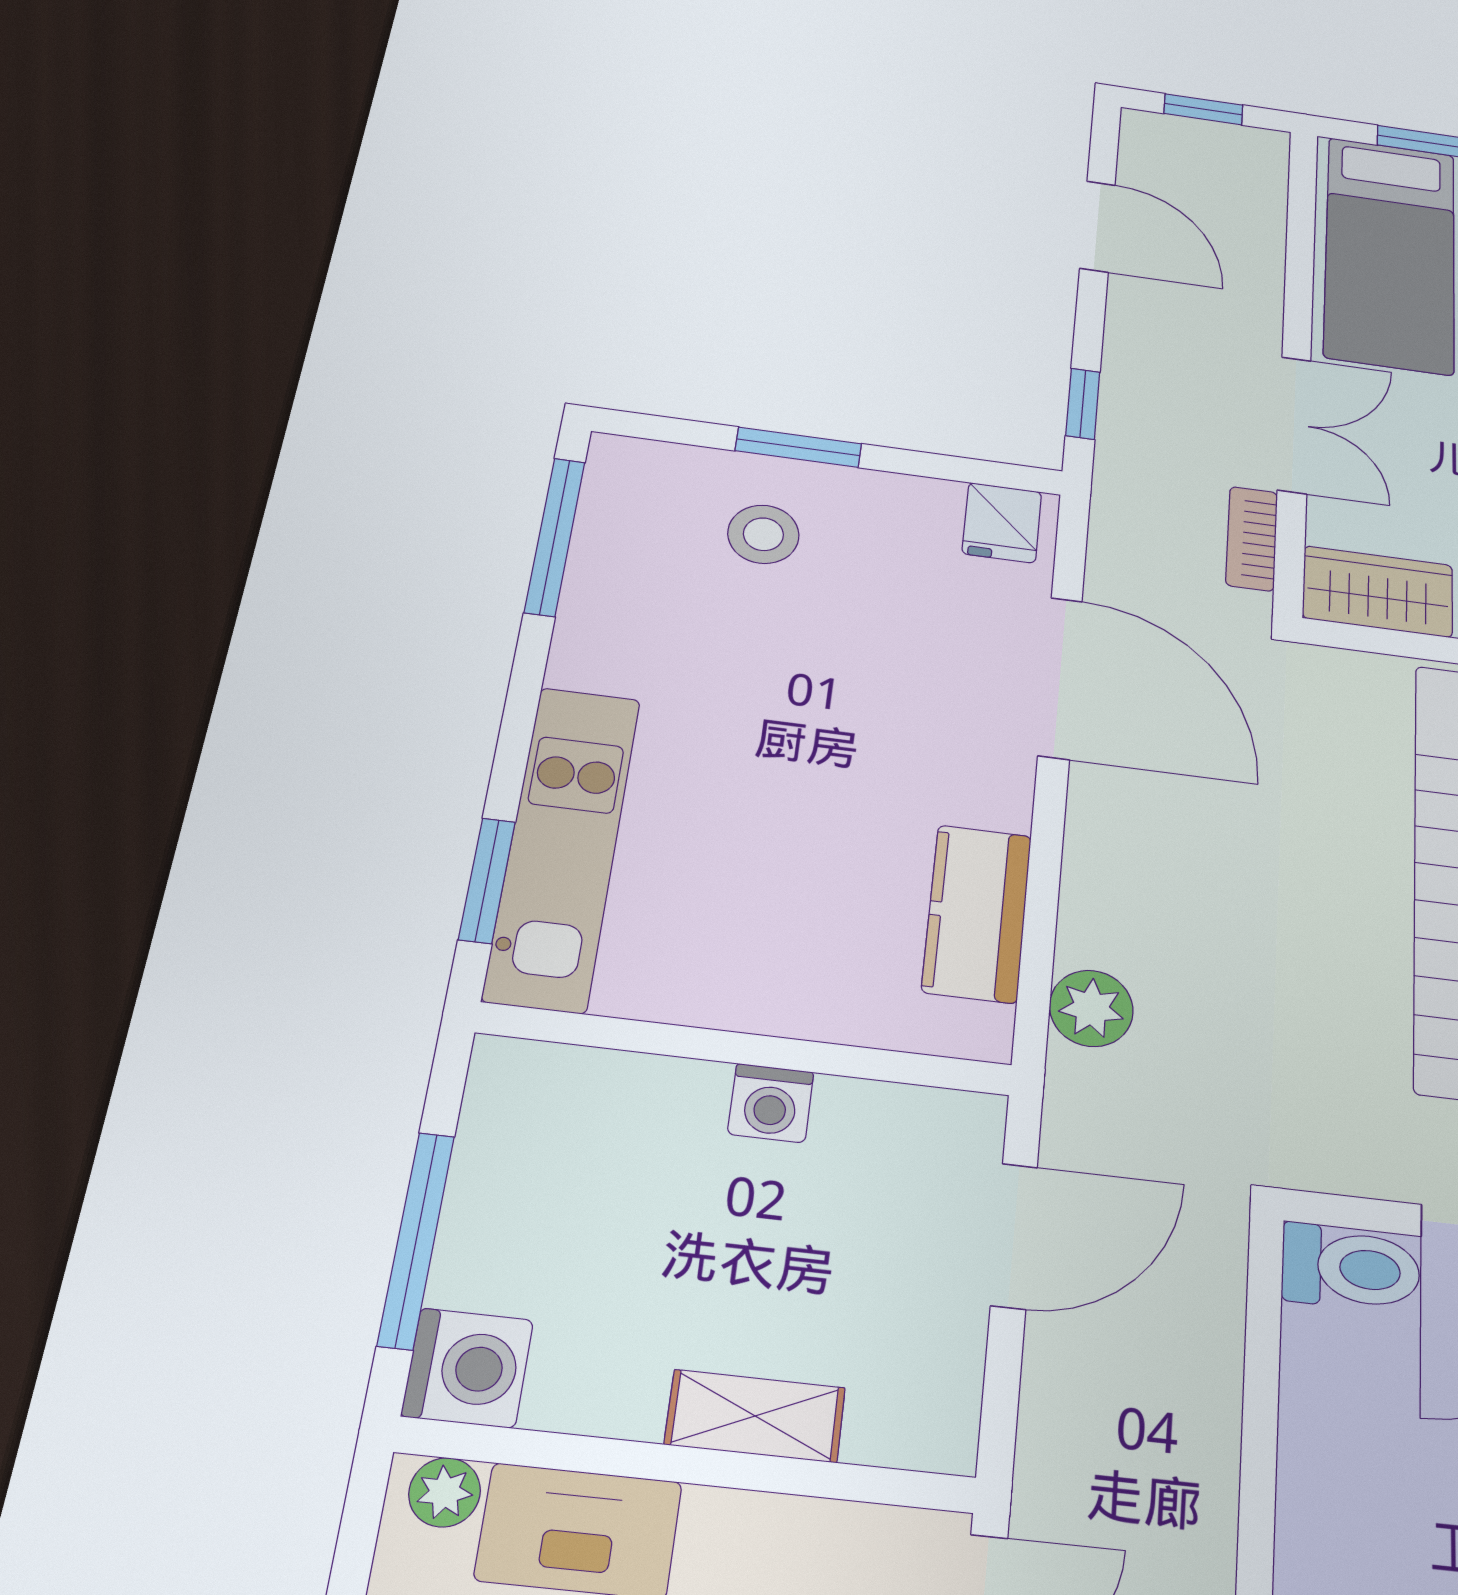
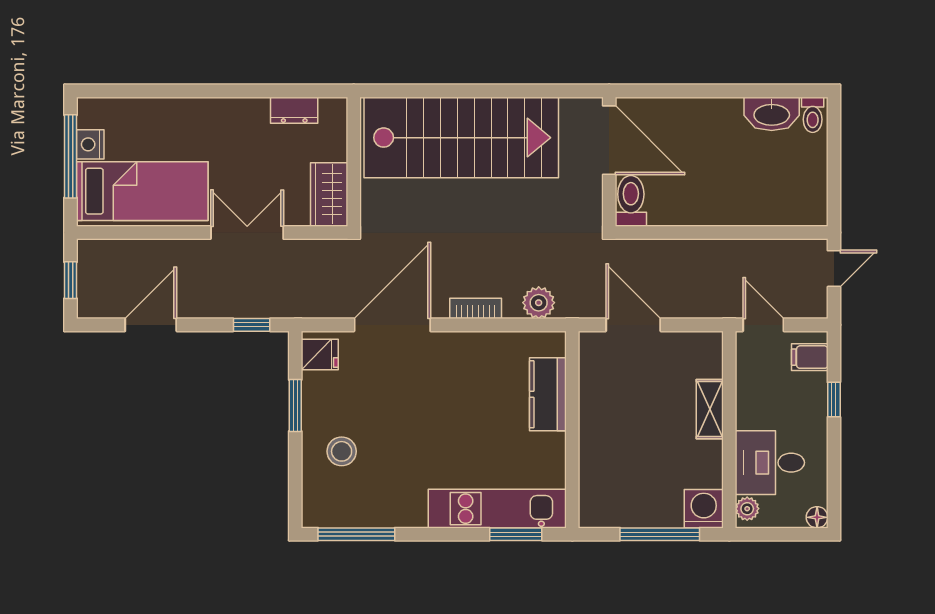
window: (798, 447) -> (295, 406), moved
bookcase: (1252, 539) -> (476, 308), moved, turned 180
kitchen counter: (977, 913) -> (548, 394), moved, turned 90
washing machine: (771, 1103) -> (593, 418), removed

